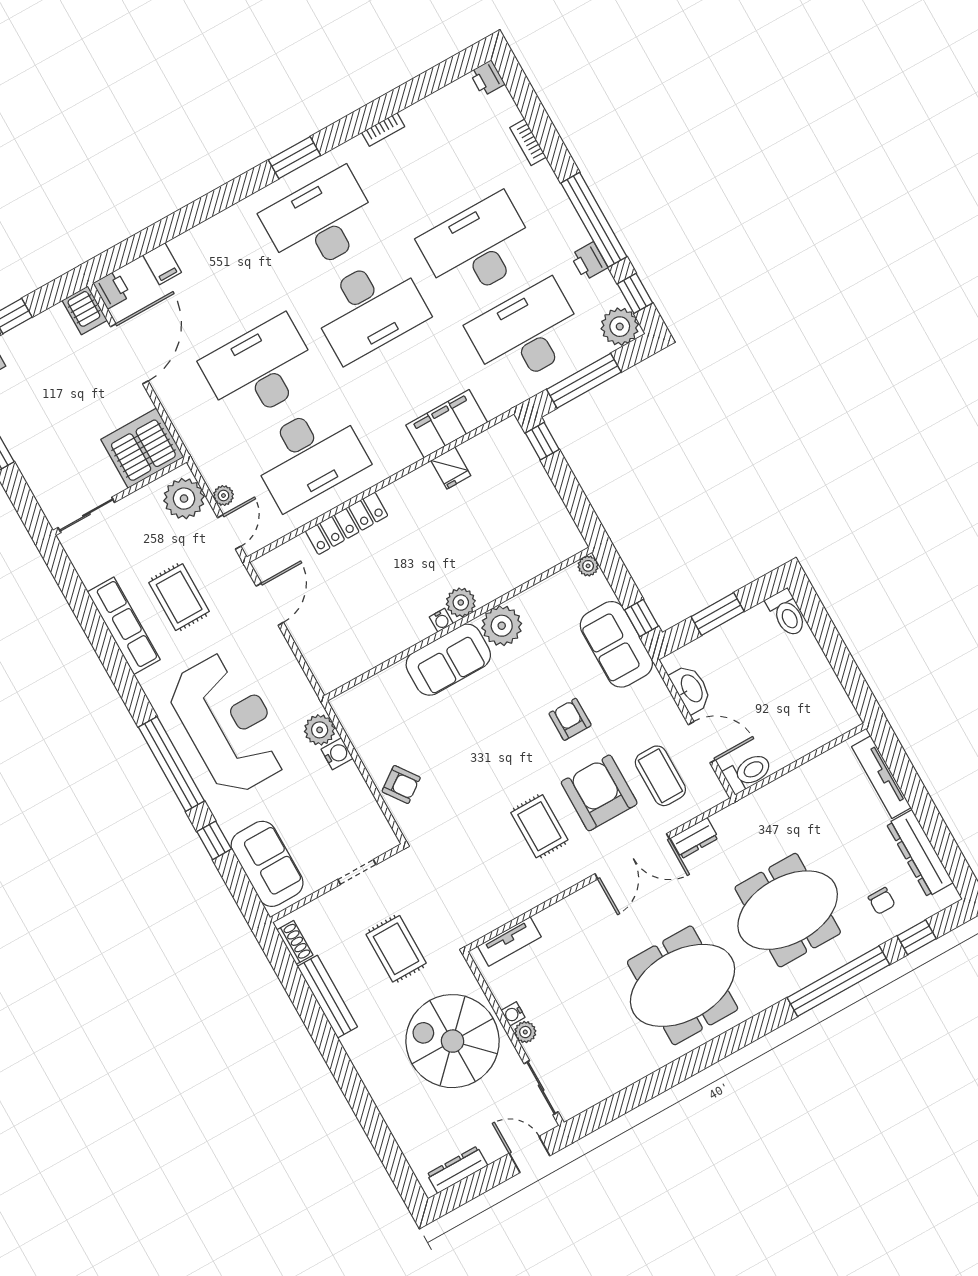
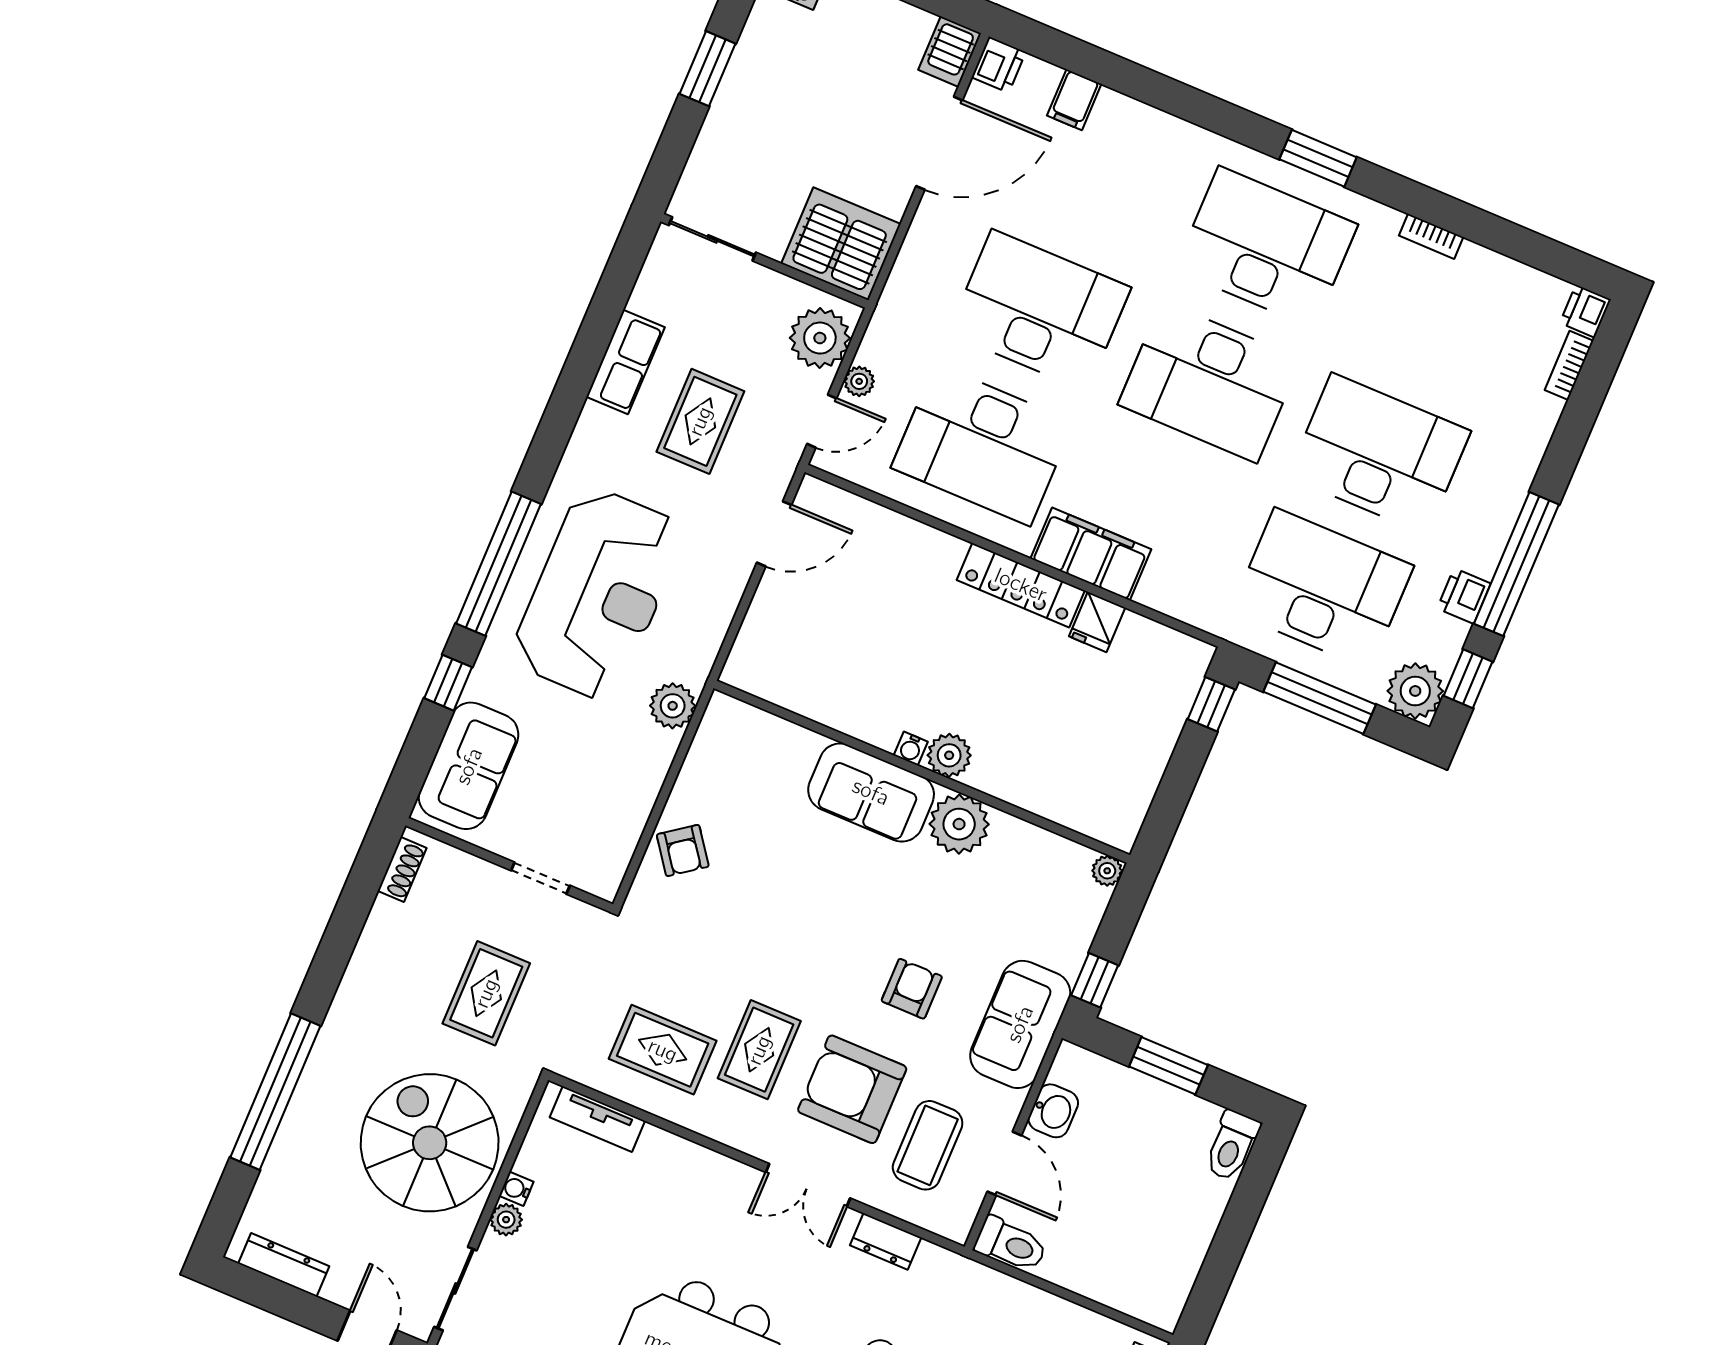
bookcase: (528, 142) -> (1569, 365), moved
filing cabinet: (447, 424) -> (1091, 554), moved
locker: (347, 523) -> (1021, 585), moved
row of seats: (124, 626) -> (625, 362), width x0.68
sofa: (616, 644) -> (1020, 1024), moved
washbasin: (691, 689) -> (1053, 1111), width x0.72
water cooler: (337, 754) -> (660, 748), removed
armchair: (599, 793) -> (852, 1089), turned -90
double door: (632, 856) -> (808, 1185), width x0.73
rug: (499, 878) -> (663, 1050), added
bench: (327, 997) -> (368, 956), removed
window: (361, 1102) -> (275, 1092), added

